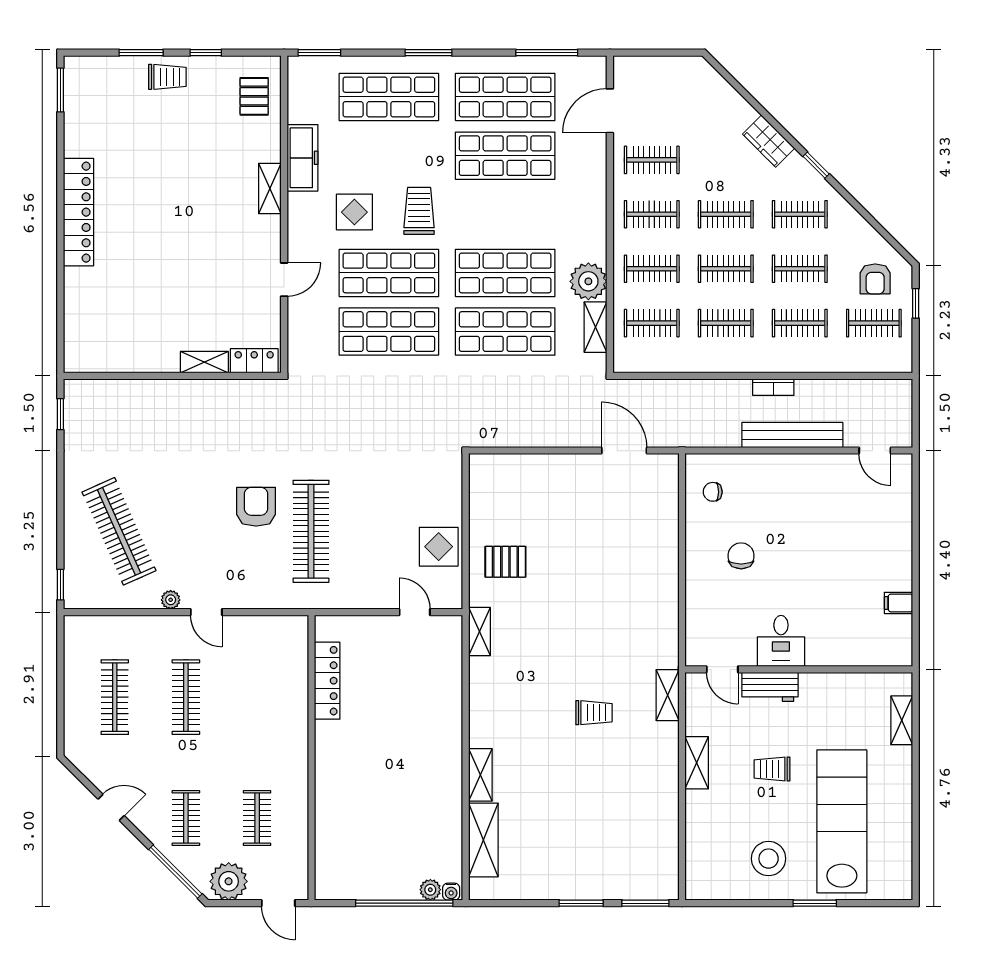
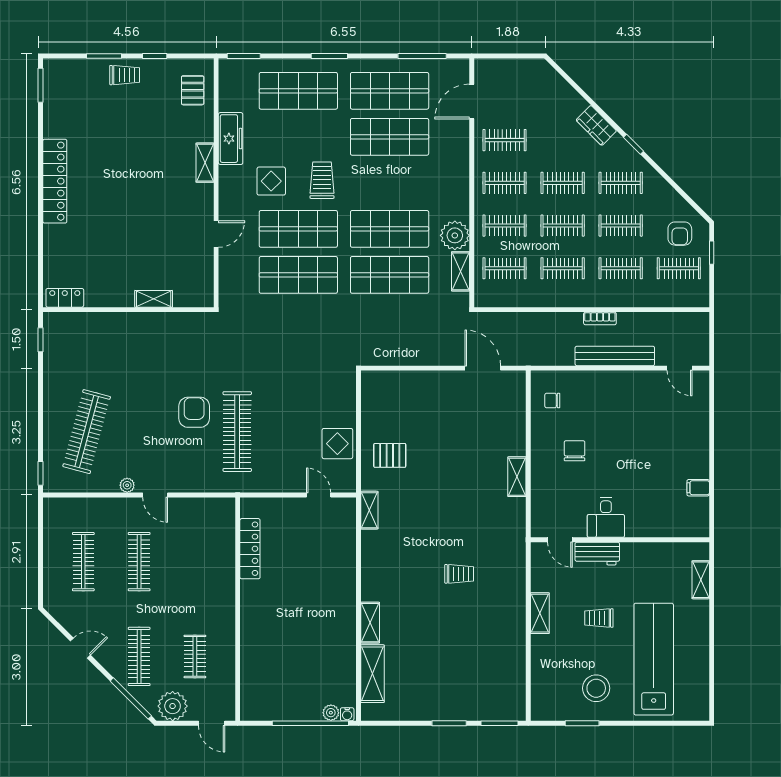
locker: (254, 361) -> (65, 298), moved
clothes rail: (119, 531) -> (87, 432), turned 39
shelving: (668, 695) -> (517, 477), moved
clothes rail: (186, 818) -> (139, 656), width x1.36
window: (815, 903) -> (582, 723), moved

